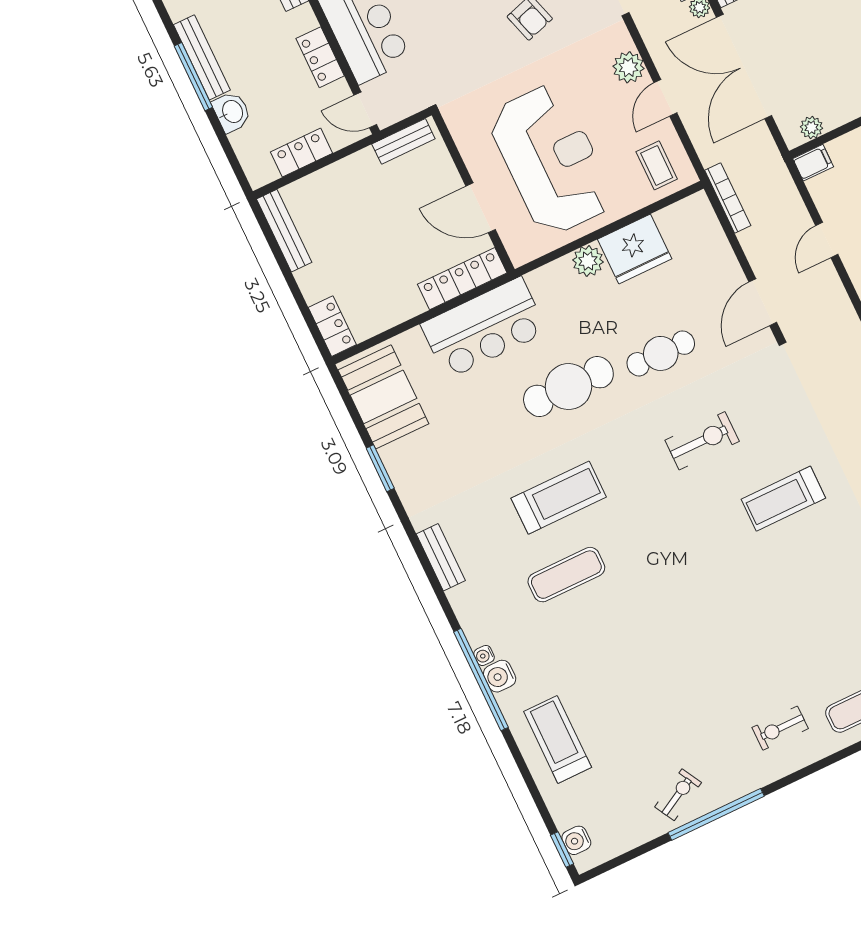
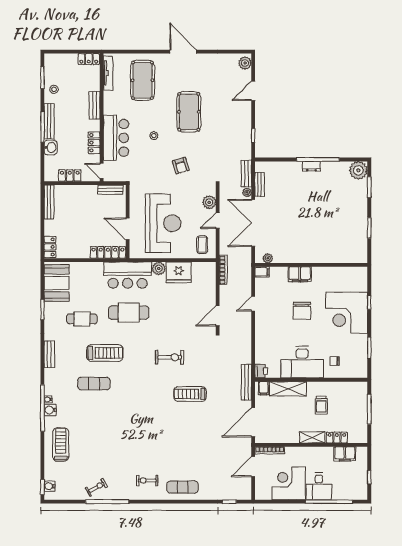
bar counter: (484, 328) -> (128, 275), moved
cafe table: (661, 353) -> (82, 319), moved

